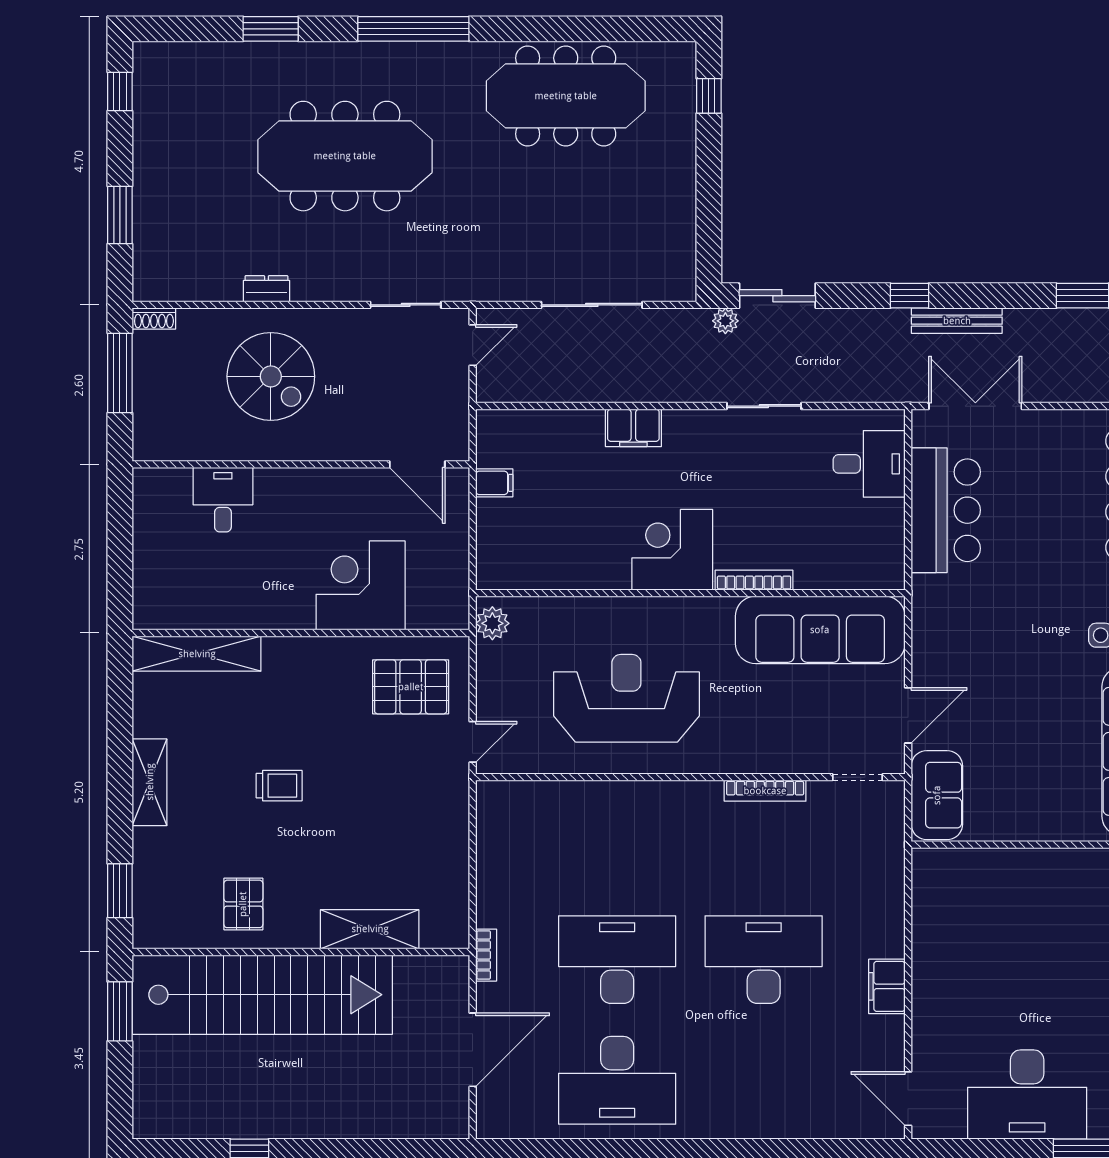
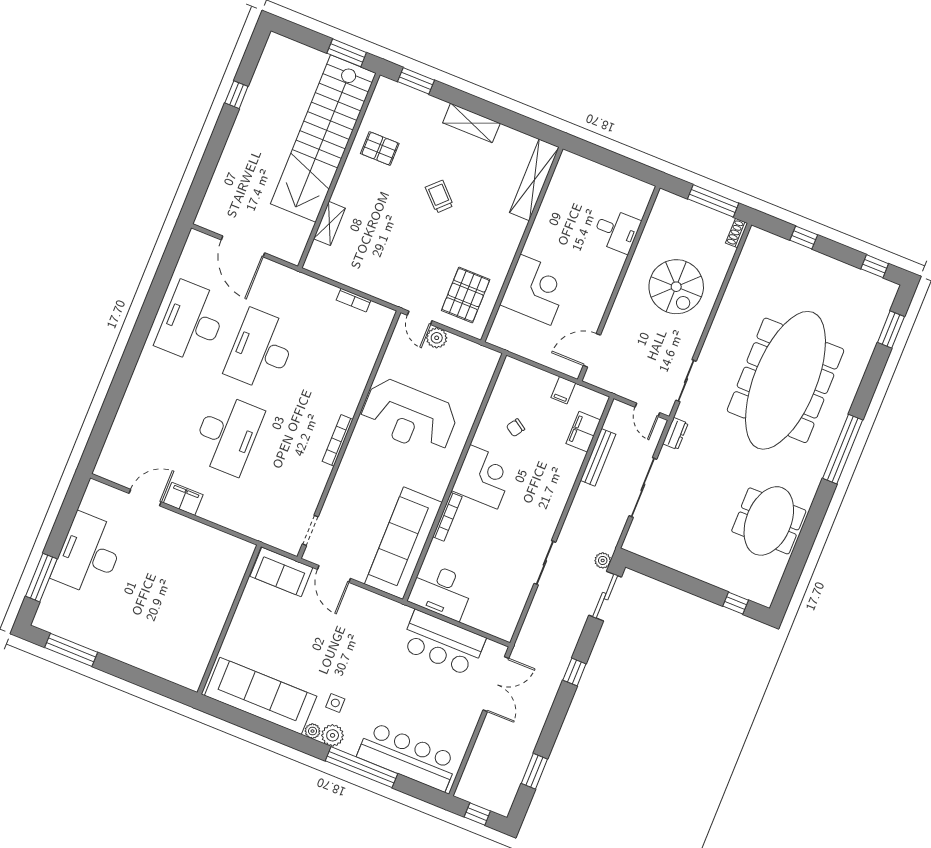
window: (271, 29) -> (891, 330), moved
meeting table: (566, 96) -> (769, 521), width x0.73
meeting table: (345, 156) -> (785, 380), width x1.36, depth x1.27
window: (120, 215) -> (804, 238), width x0.67
dresser: (266, 289) -> (675, 434), moved
bench: (957, 321) -> (598, 457), moved
spiral stairs: (271, 376) -> (676, 287), turned -90
filing cabinet: (633, 428) -> (583, 432), moved
desk: (869, 464) -> (441, 591), moved, width x1.37
chair: (579, 532) -> (516, 428), added
plant: (492, 623) -> (437, 338), moved
reception desk: (626, 698) -> (409, 416), turned 90
trolley: (279, 786) -> (439, 197), turned 135
bookcase: (765, 791) -> (338, 440), moved
shelving: (370, 929) -> (329, 223), width x0.67, depth x0.75
bookcase: (486, 955) -> (354, 300), moved
desk: (617, 960) -> (261, 350), turned 180
door: (908, 1099) -> (145, 498), moved

